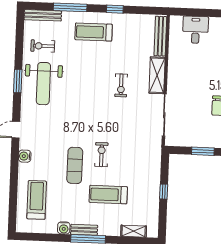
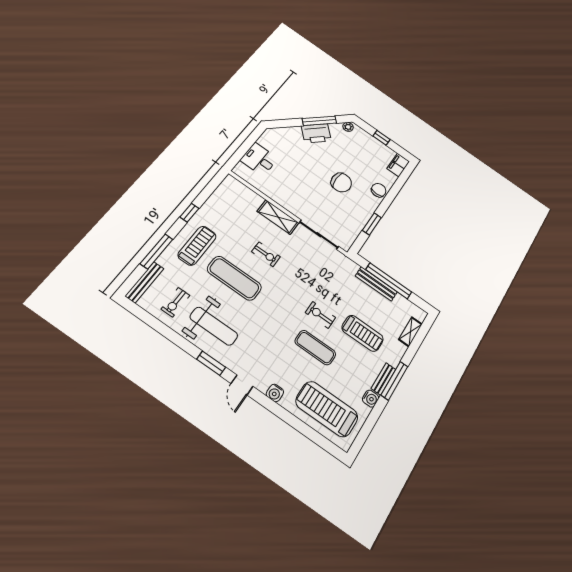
treadmill: (94, 32) -> (197, 246), turned 180
bench: (160, 36) -> (376, 284), moved
exercise mat: (87, 75) -> (234, 278), added
window: (18, 81) -> (211, 363), moved
window: (164, 192) -> (389, 281), width x3.17
treadmill: (108, 195) -> (363, 333), turned -90
treadmill: (37, 200) -> (327, 409), width x1.37, depth x1.38

